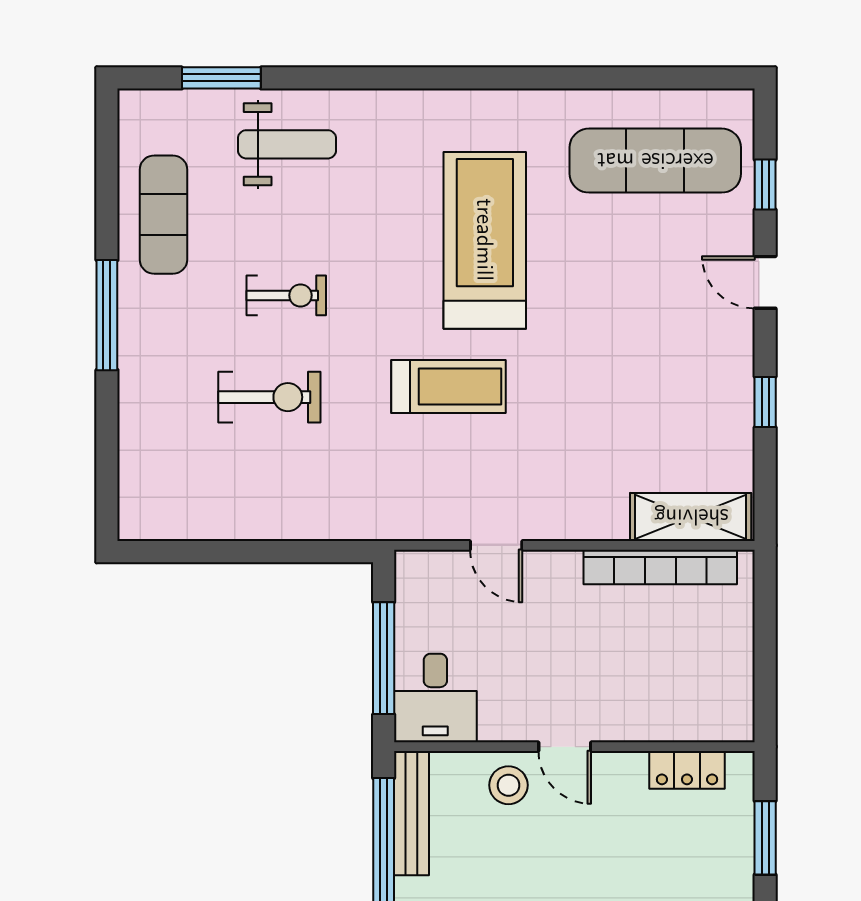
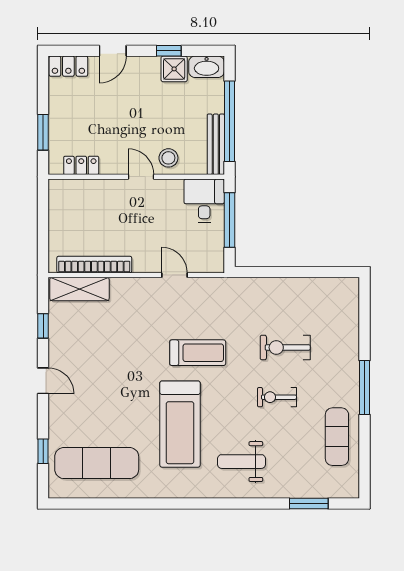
weight bench: (287, 144) -> (242, 462), moved
door: (765, 282) -> (43, 381), moved
treadmill: (449, 386) -> (198, 353), turned 180
window: (765, 402) -> (43, 326), moved

